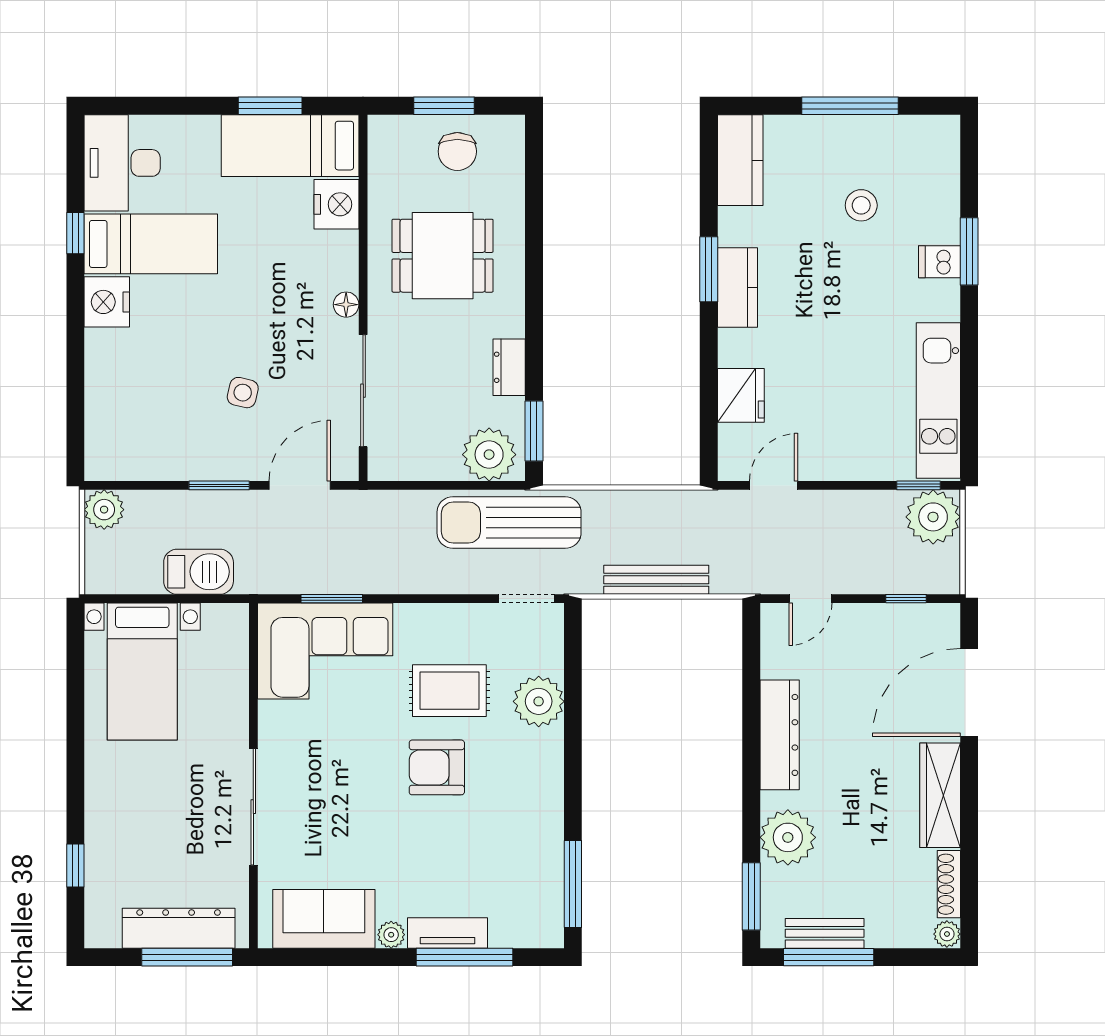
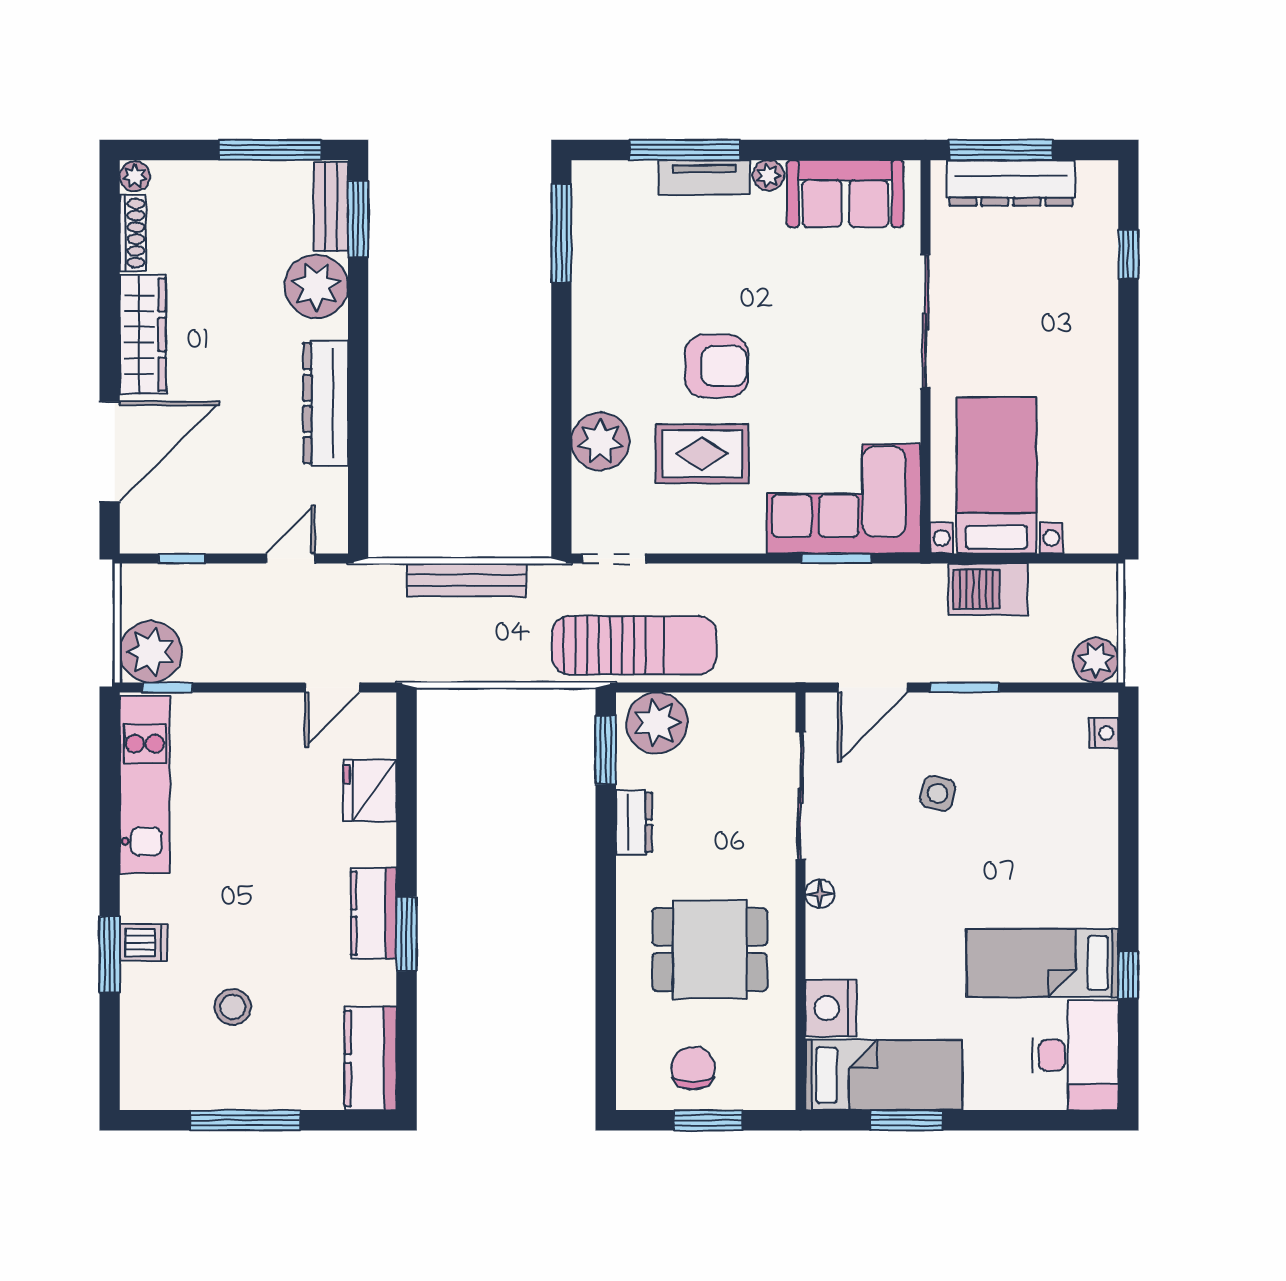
nightstand: (107, 302) -> (1104, 733), moved, width x0.53, depth x0.56
bed with nightstands: (142, 672) -> (996, 475), moved
bench: (825, 933) -> (331, 207), moved, turned 90

